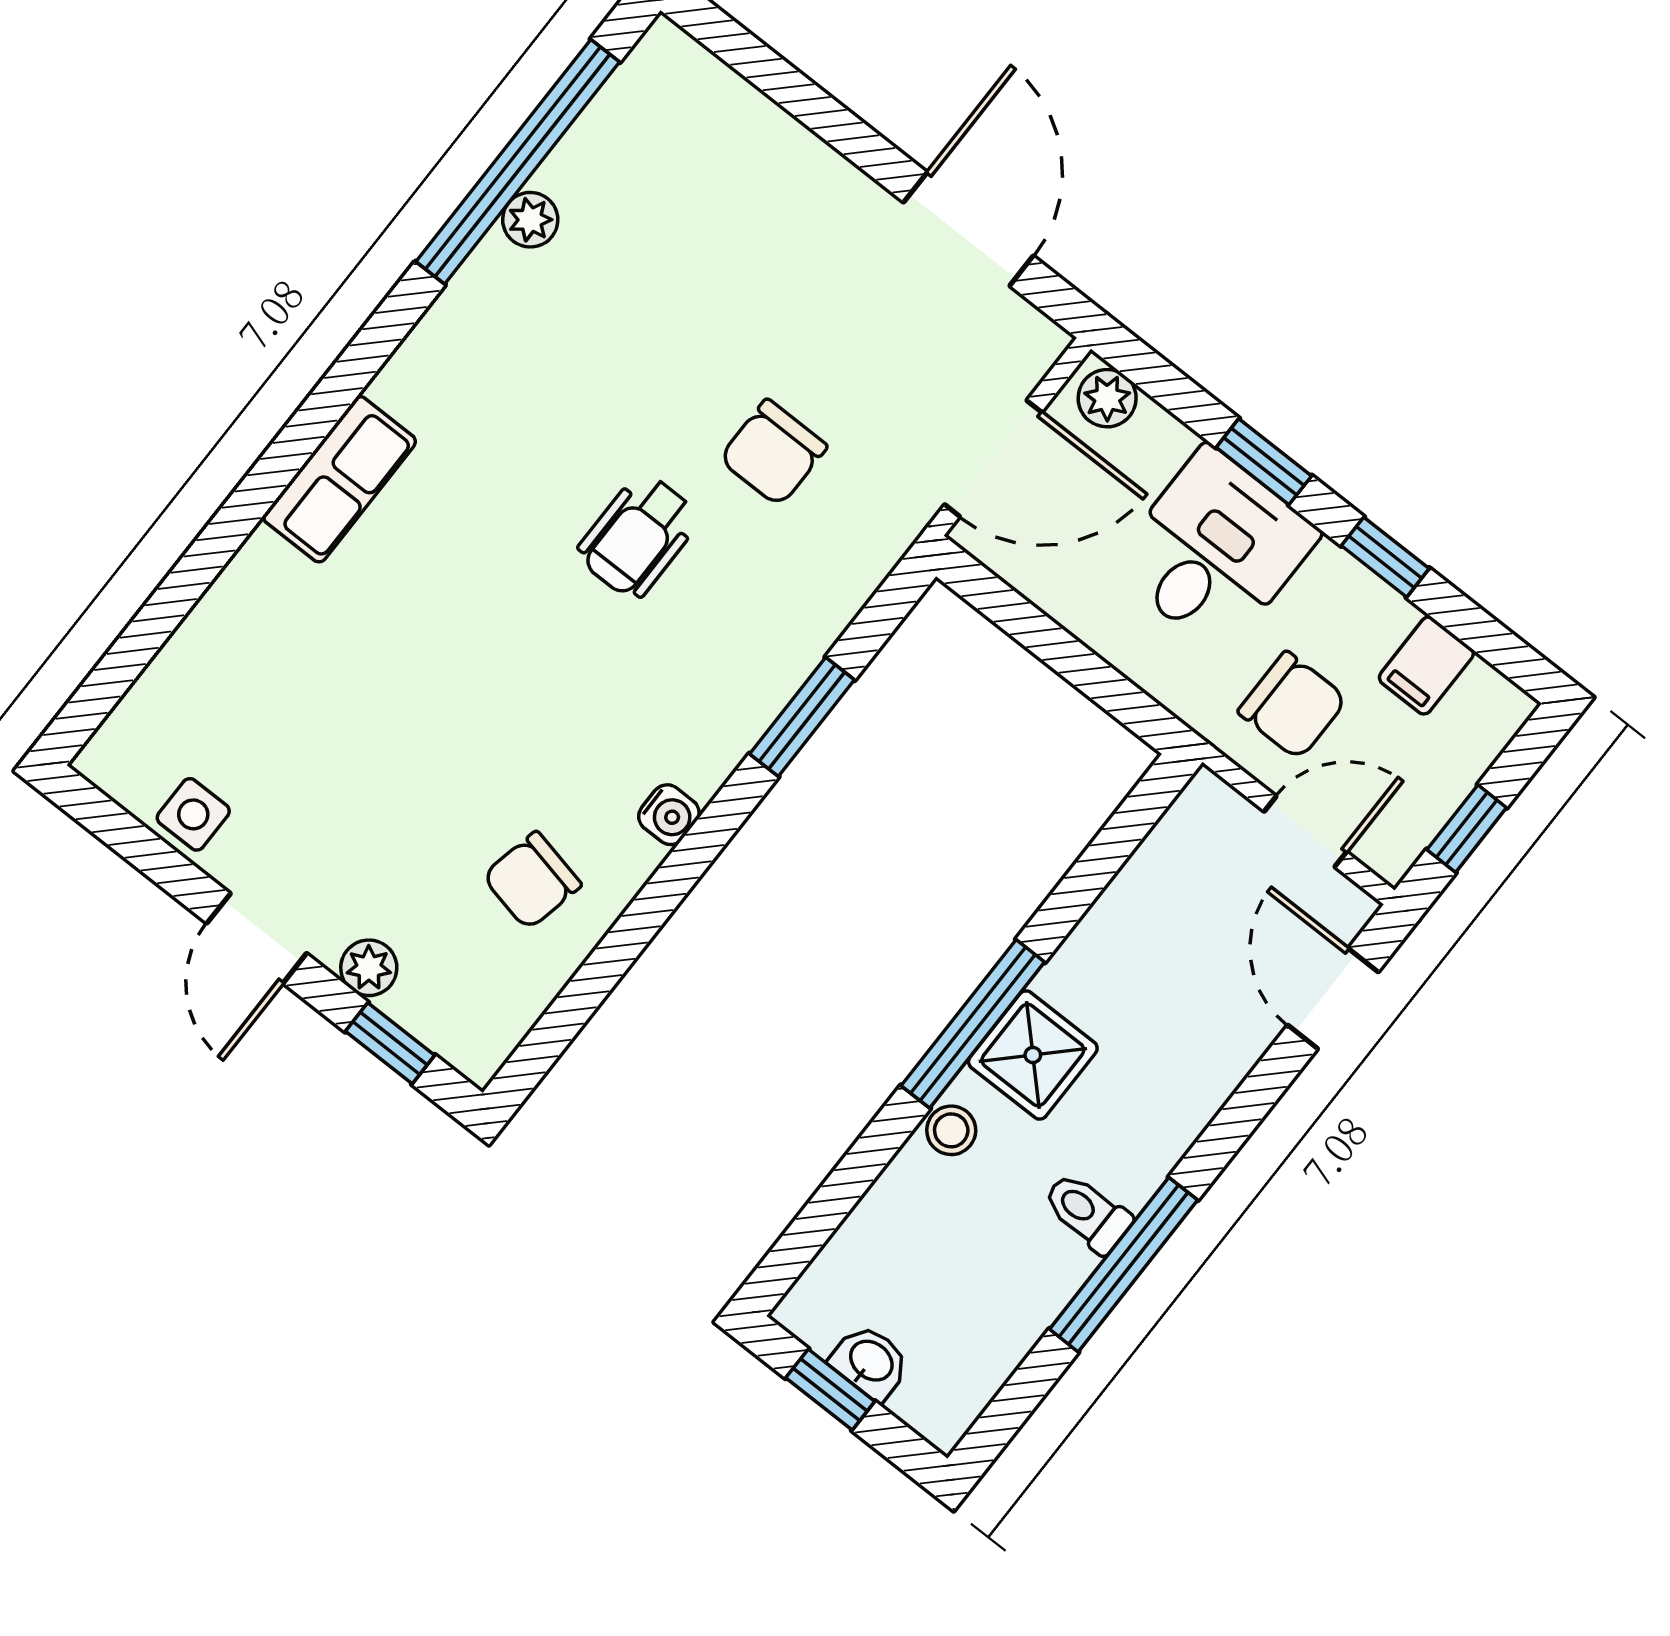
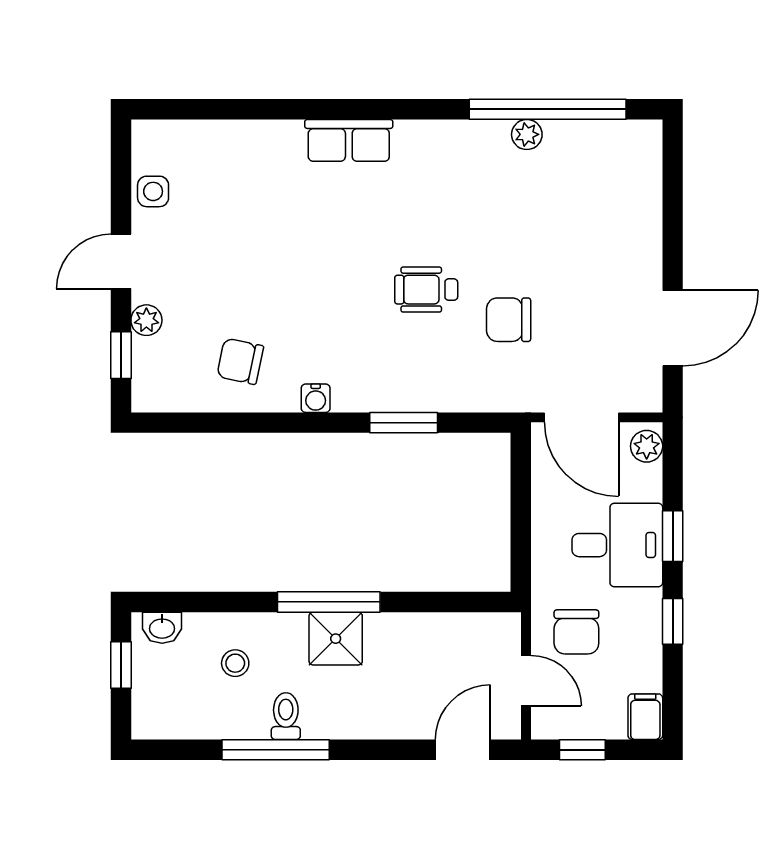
filing cabinet: (1426, 665) -> (645, 717), moved, turned 90
stool: (951, 1130) -> (235, 663), moved
washbasin: (870, 1362) -> (162, 628), moved, turned 90

